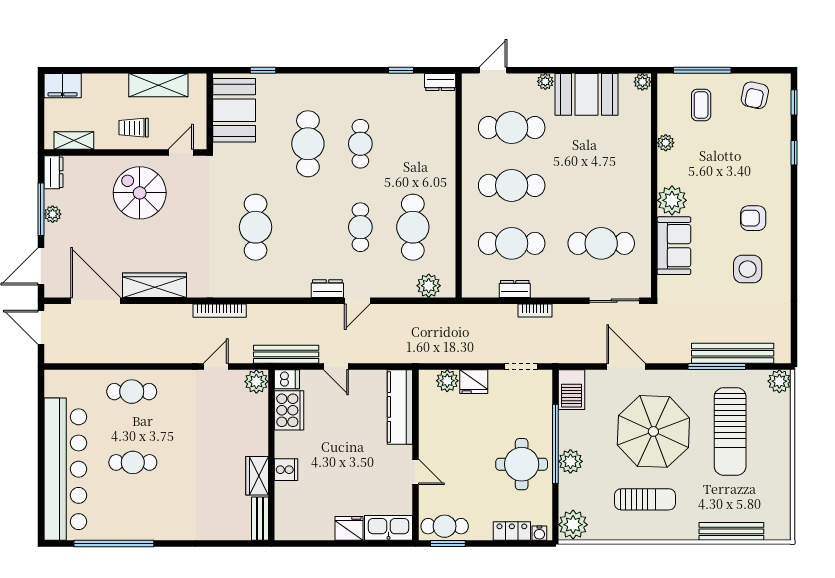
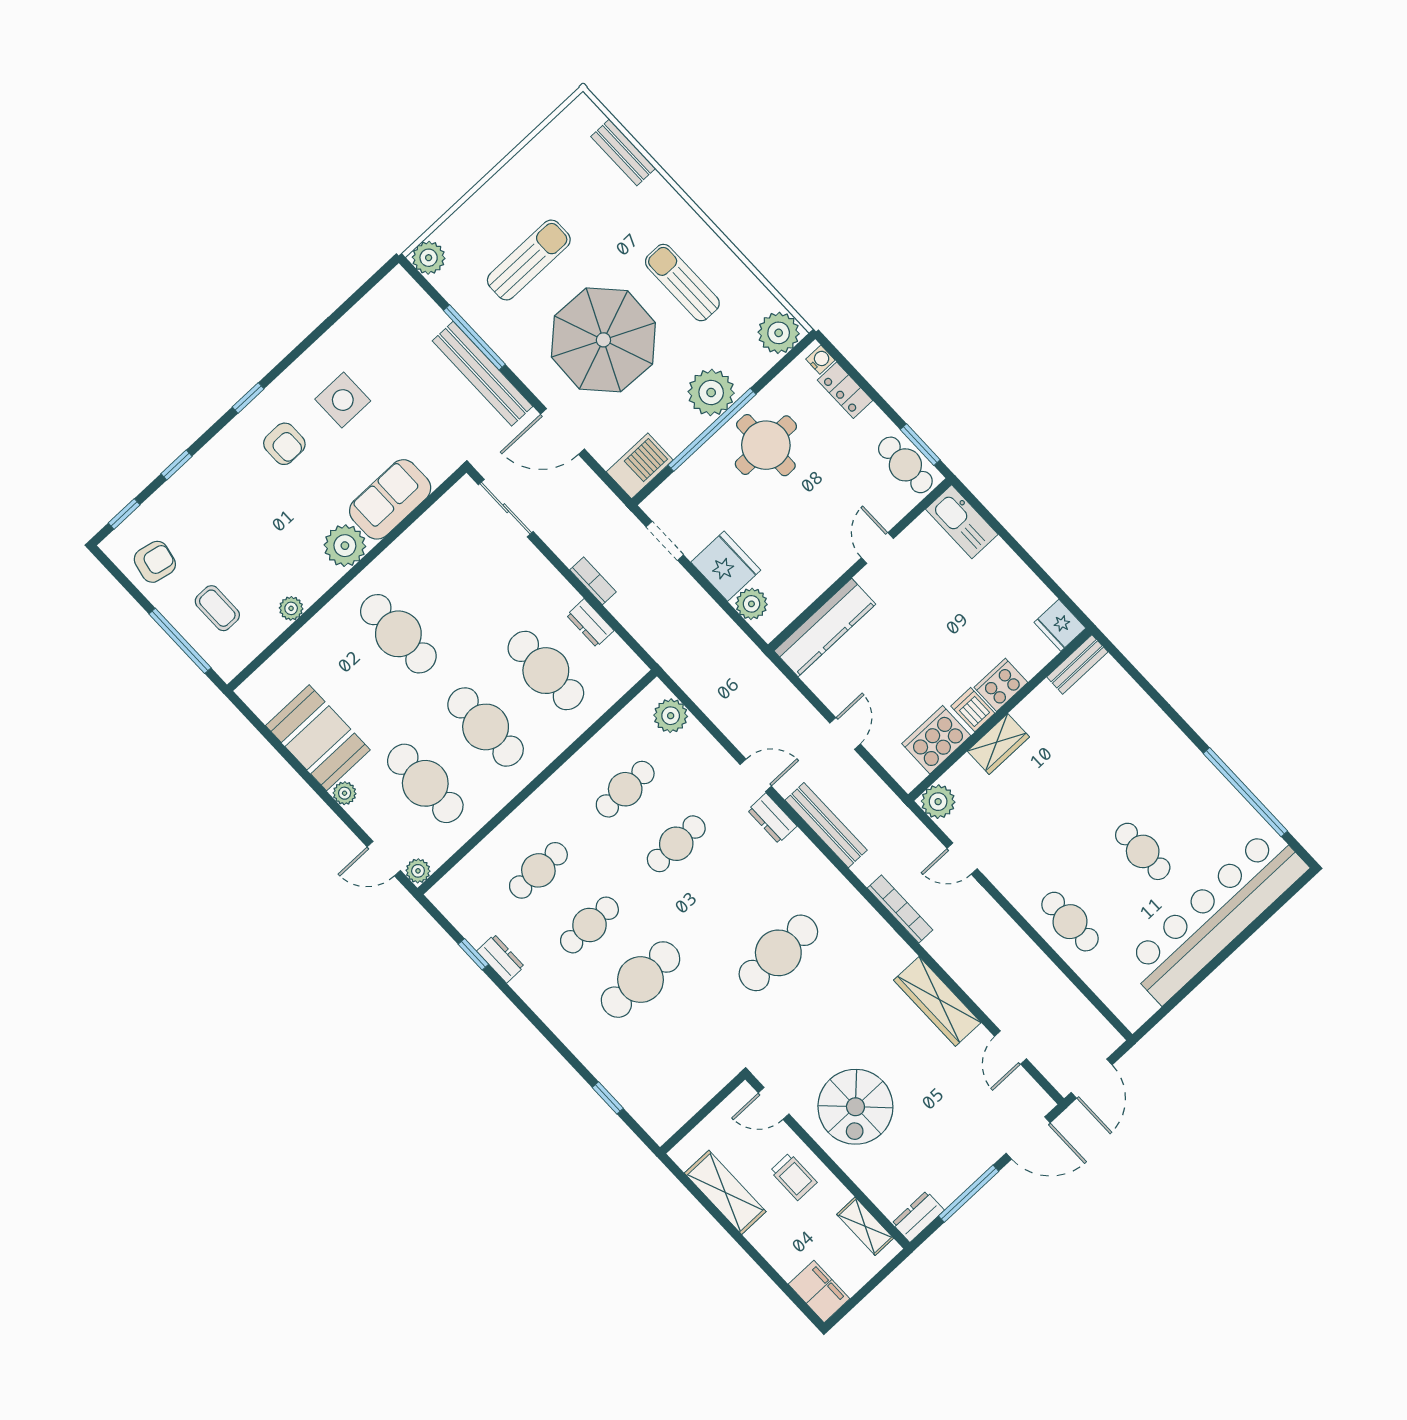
dresser: (440, 82) -> (501, 959), moved
plant: (642, 82) -> (418, 871), moved
coffee table: (701, 105) -> (217, 608), turned 90
booth: (234, 110) -> (678, 1089), removed
cafe table: (413, 144) -> (538, 870), added
plant: (53, 214) -> (962, 1177), removed
window: (794, 222) -> (248, 398), added
cafe table: (413, 227) -> (625, 789), width x0.73, depth x0.74
cafe table: (601, 243) -> (398, 634), moved
door: (96, 301) -> (1011, 1048), width x0.53
bench: (733, 353) -> (482, 374), moved
bench: (286, 354) -> (826, 825), moved
door: (626, 367) -> (563, 431), hinge flipped
dishwasher: (287, 379) -> (973, 710), moved
fridge: (474, 382) -> (726, 566), width x1.36, depth x1.34
sun lounger: (730, 431) -> (529, 260), width x0.73, depth x0.75
plant: (570, 461) -> (711, 392), width x1.36, depth x1.36
cooker: (286, 470) -> (1001, 685), width x1.36
wardrobe: (257, 476) -> (998, 744), moved
fridge: (349, 528) -> (1060, 625), moved
bench: (731, 531) -> (623, 152), width x0.73

